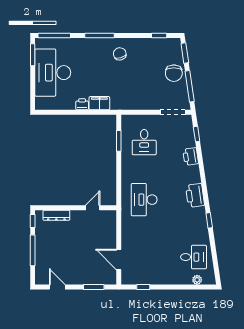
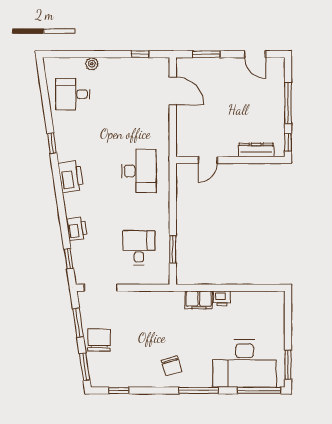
desk: (53, 73) -> (244, 364), moved, turned 90
window: (190, 86) -> (78, 323), width x0.69
plant: (197, 280) -> (92, 64), moved

